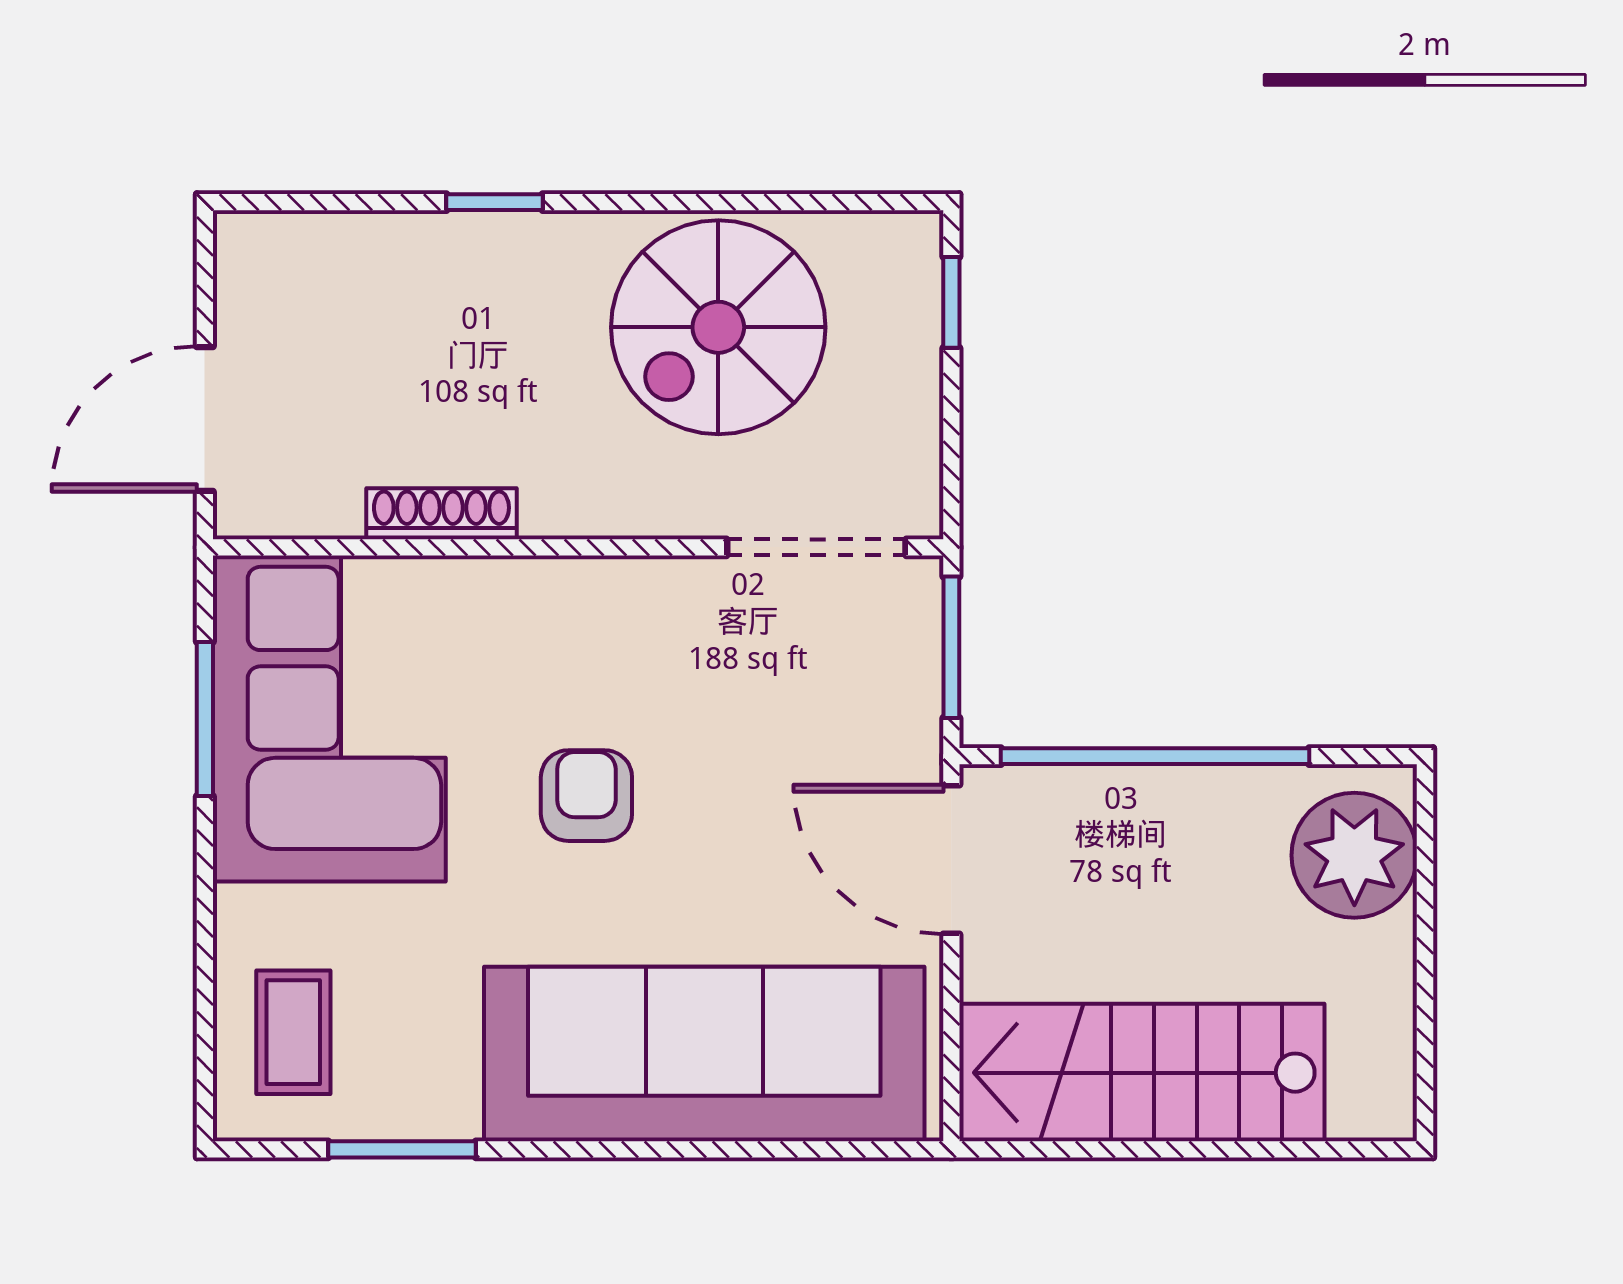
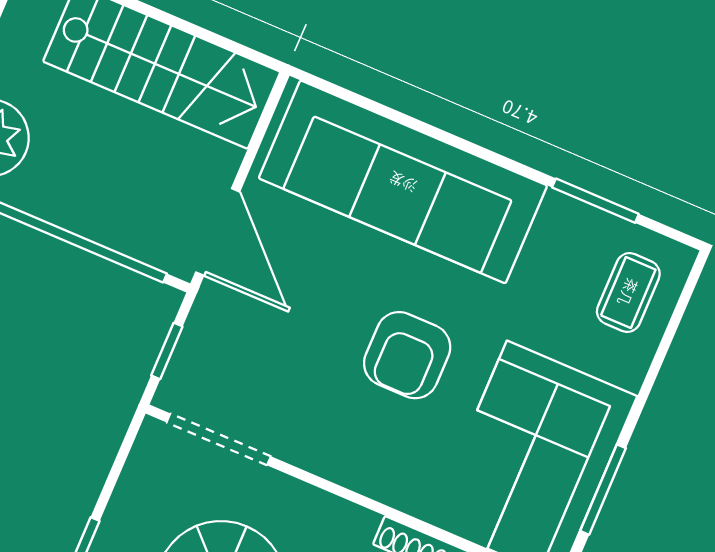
window: (951, 647) -> (167, 351), width x0.67
armchair: (586, 796) -> (407, 355), width x1.38, depth x1.38

